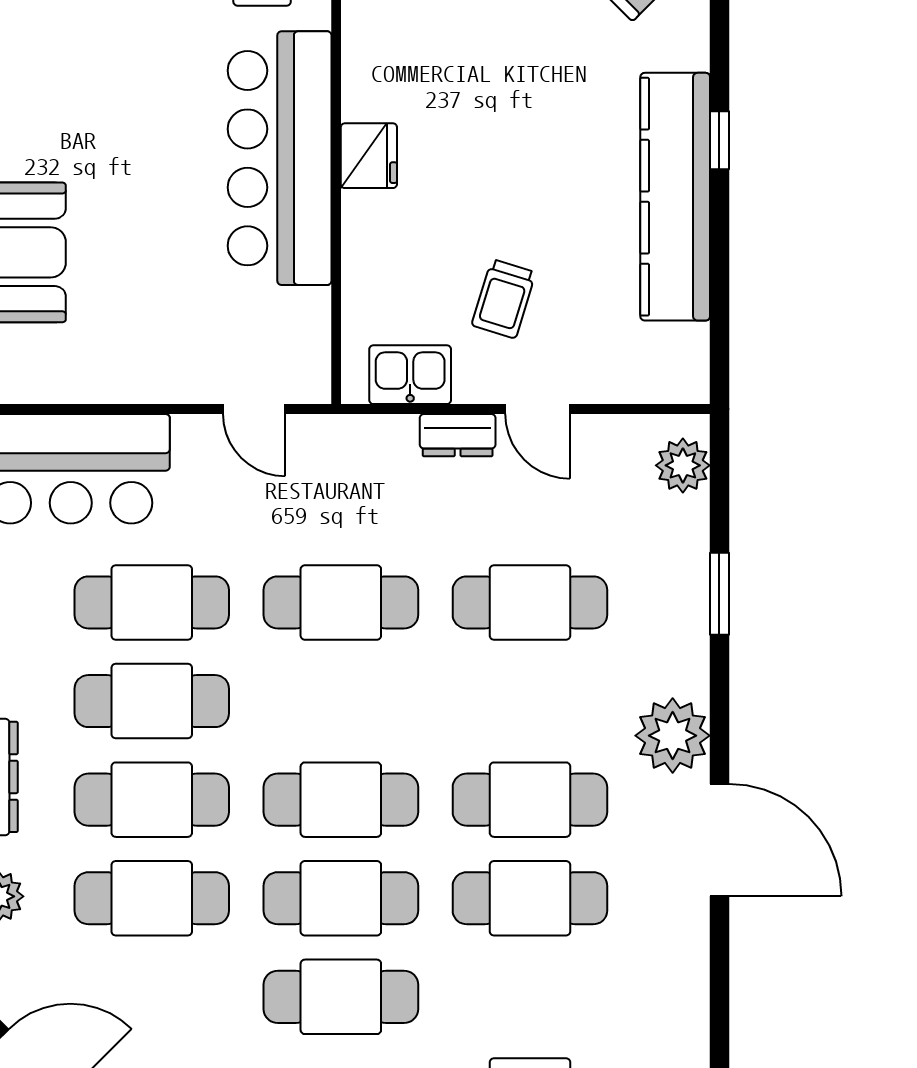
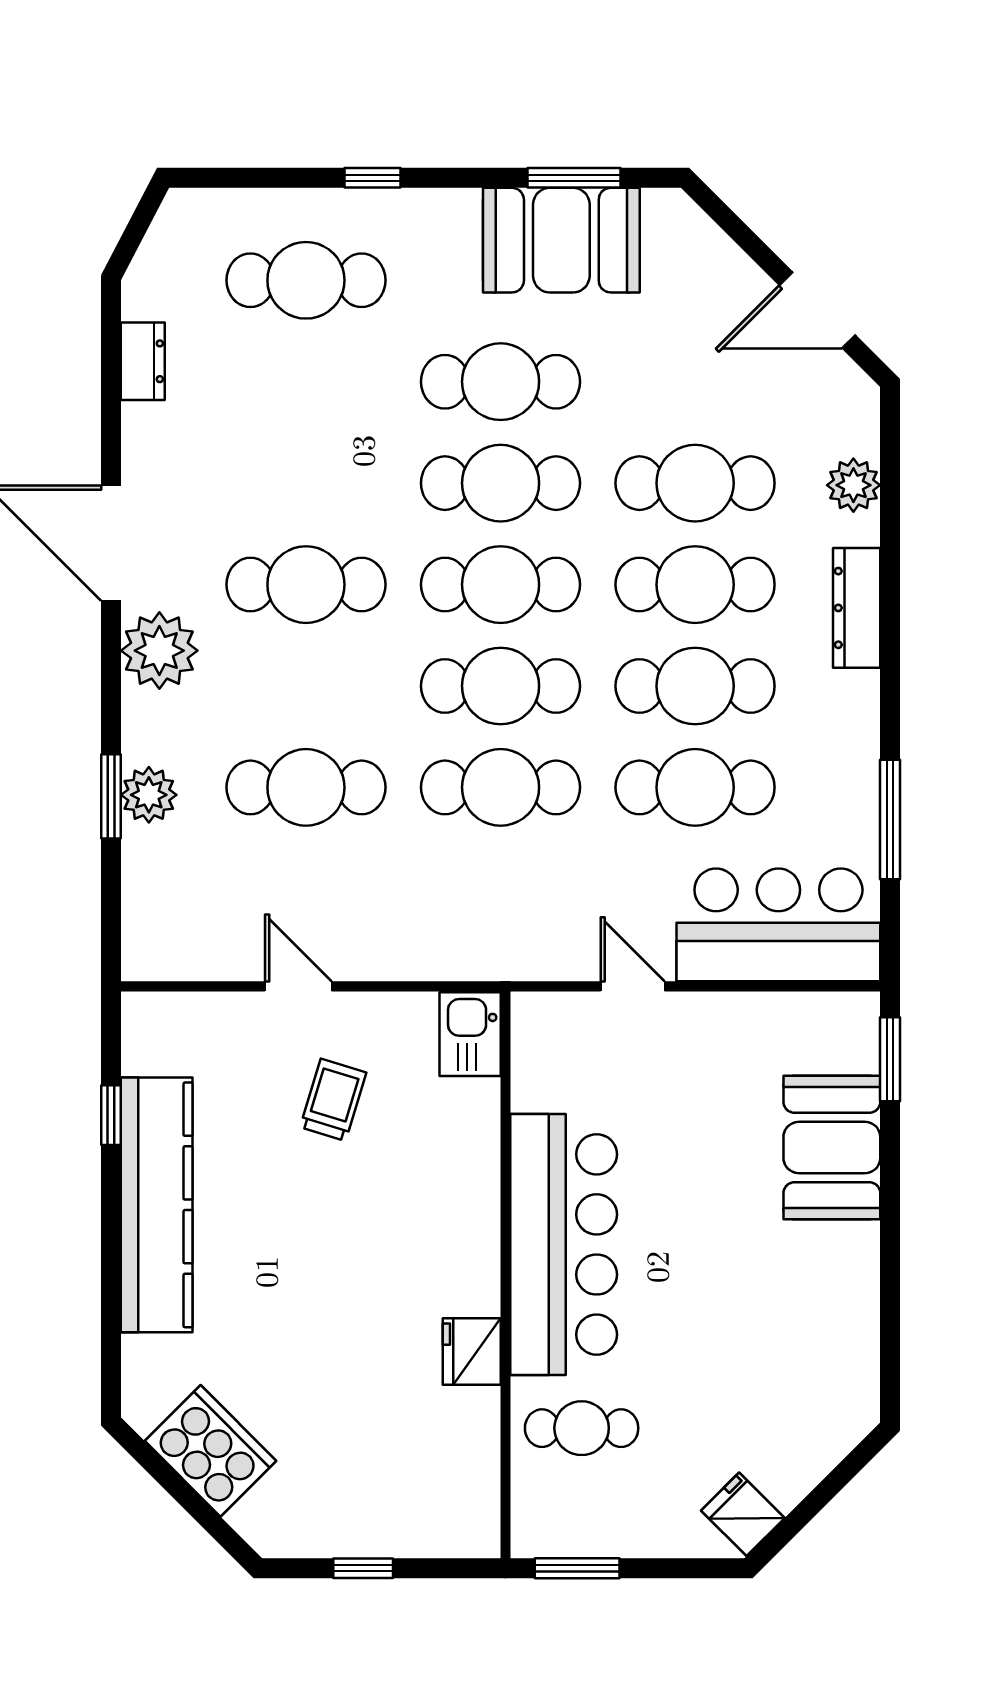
window: (719, 140) -> (111, 1115), moved
fridge: (369, 156) -> (472, 1352), moved
kitchen sink: (410, 375) -> (470, 1034), moved, turned 90
door: (254, 409) -> (633, 986), moved
dresser: (458, 435) -> (143, 361), moved, turned 90
plant: (683, 465) -> (149, 795), moved
cafe table: (530, 898) -> (501, 686), moved

